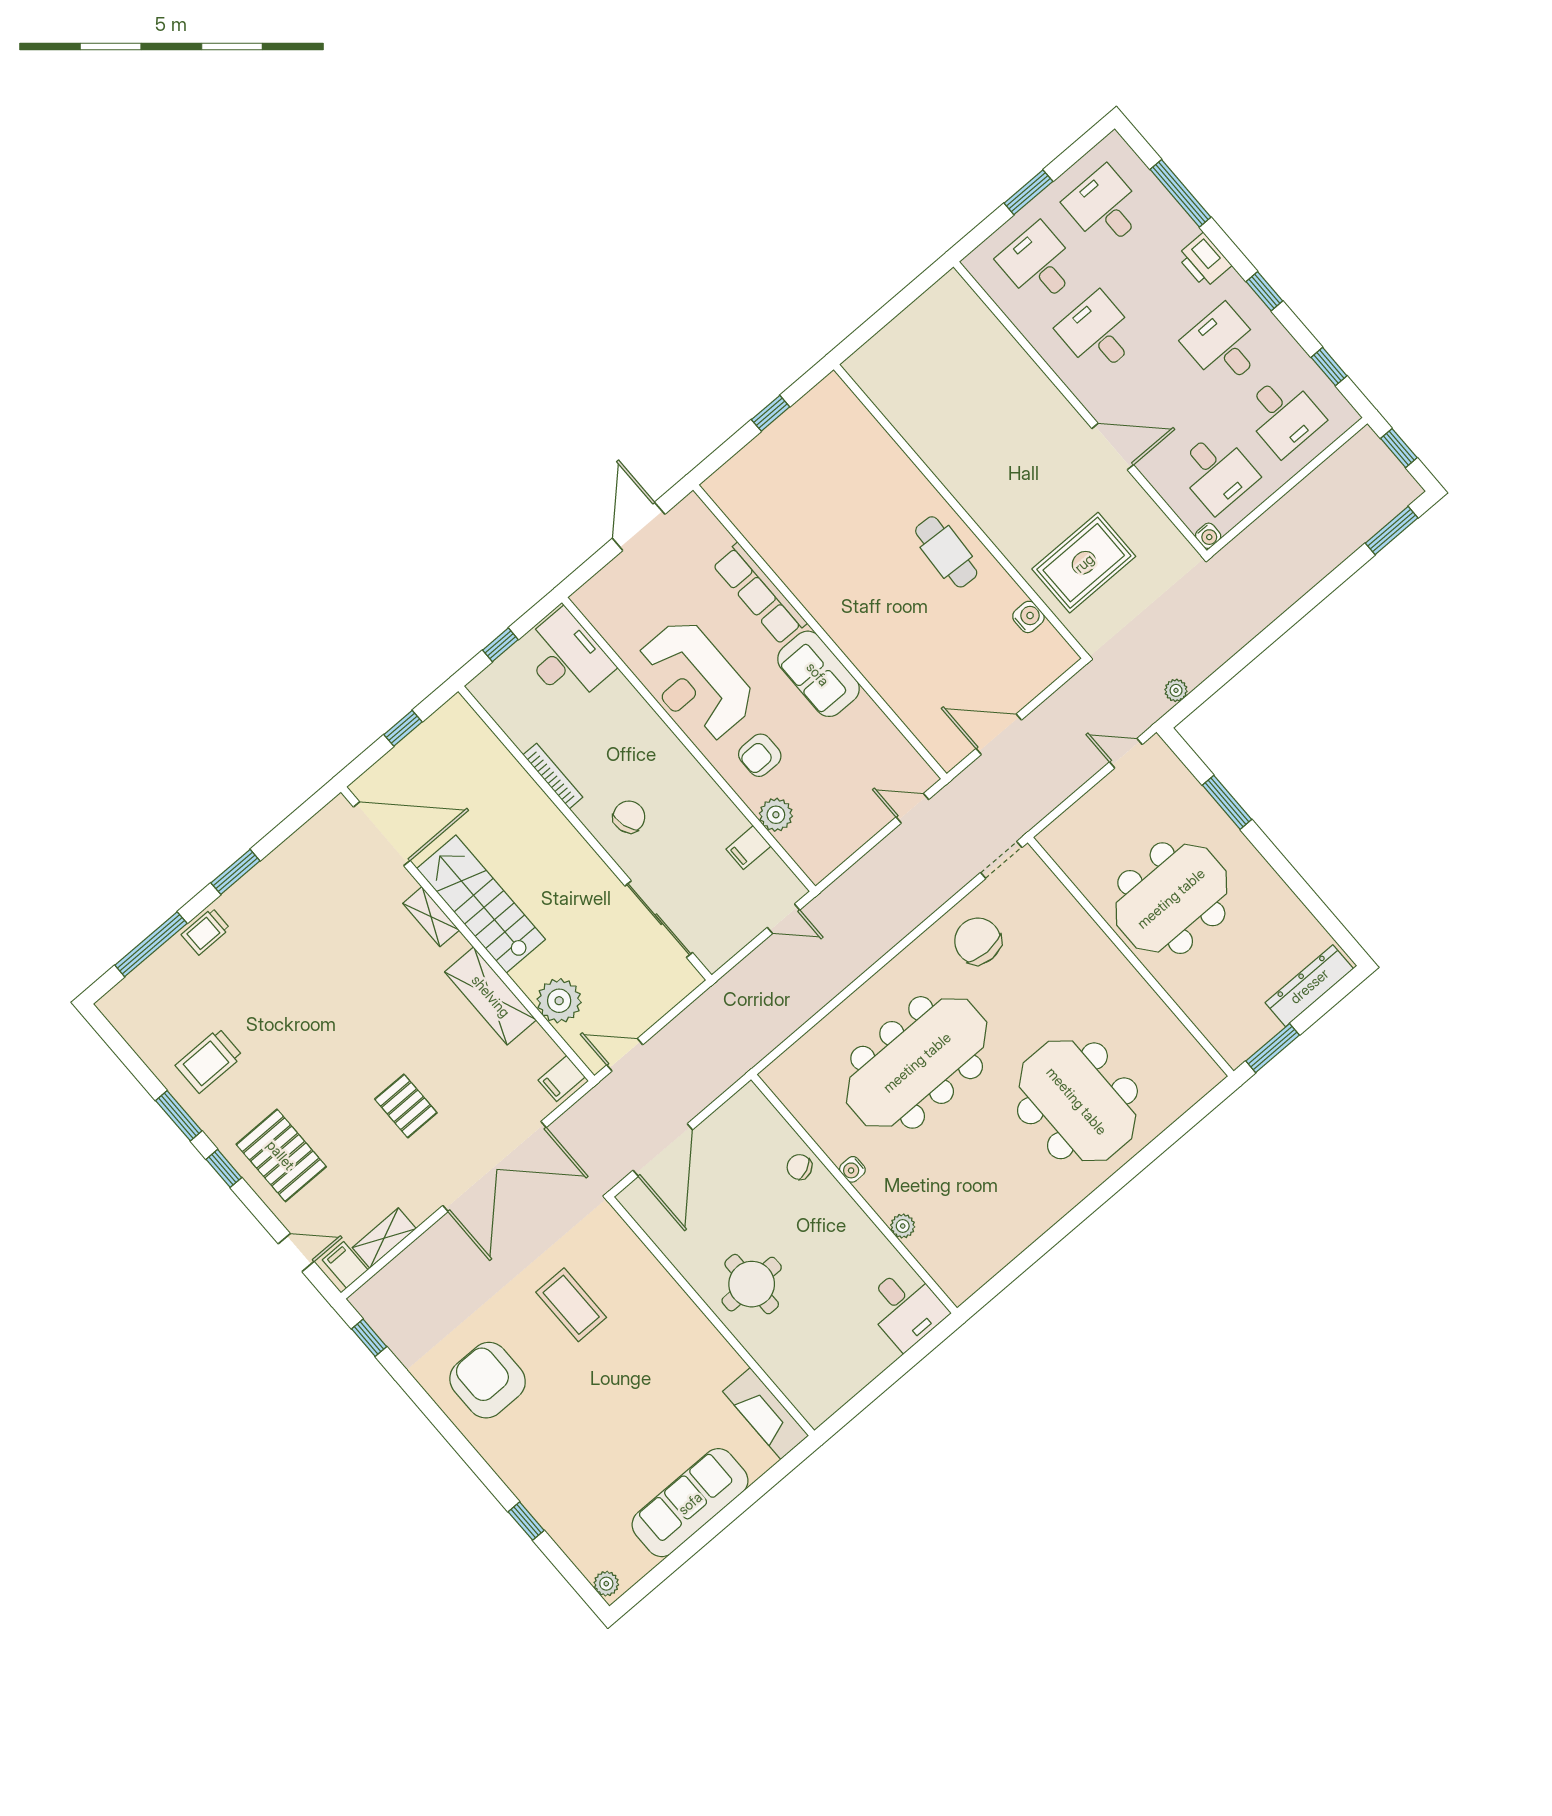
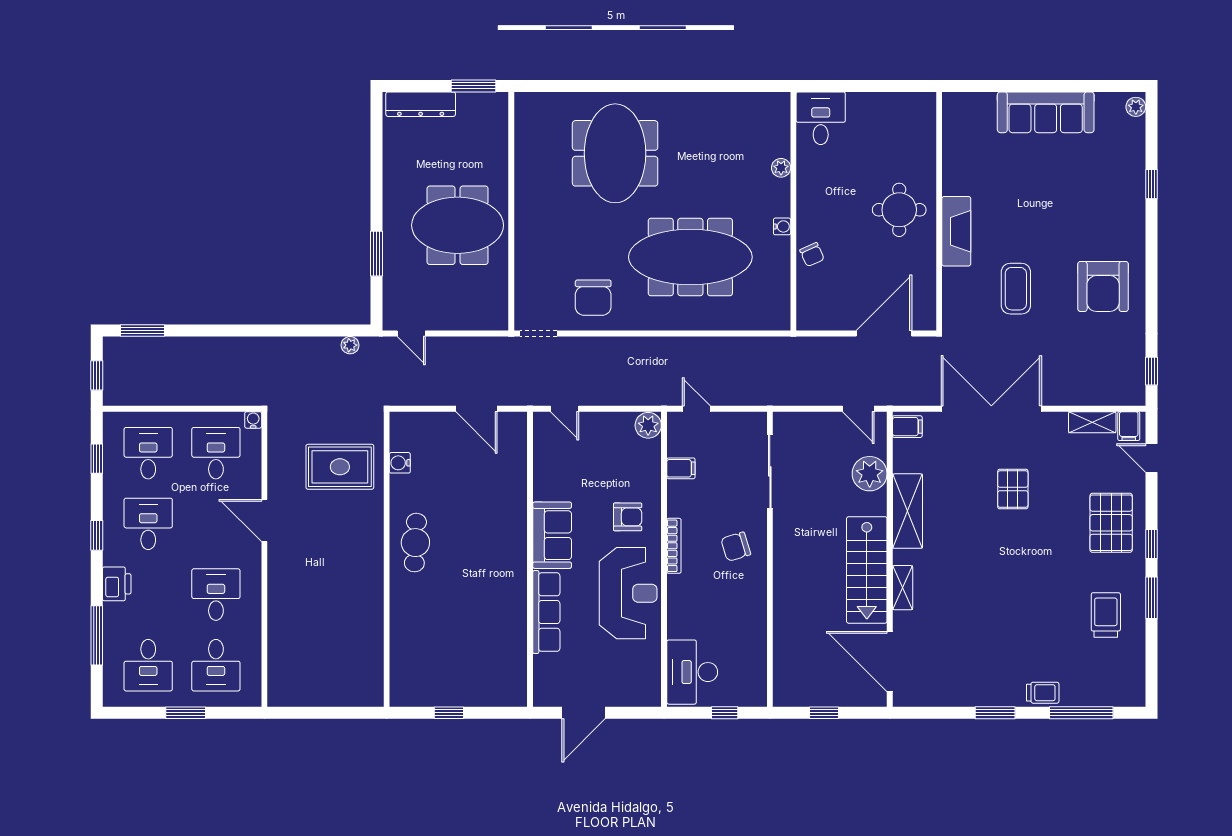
desk: (1098, 333) -> (216, 595), turned 180
desk: (1224, 346) -> (148, 524), turned 180
bookcase: (553, 776) -> (674, 546), moved, turned 180
plant: (776, 815) -> (648, 425), moved
trolley: (209, 1061) -> (1106, 615), turned -90
fireplace: (766, 1413) -> (956, 231), moved

